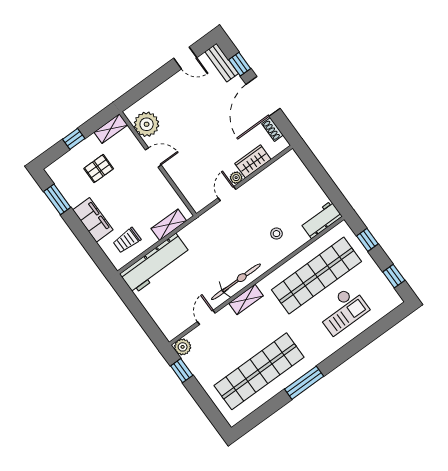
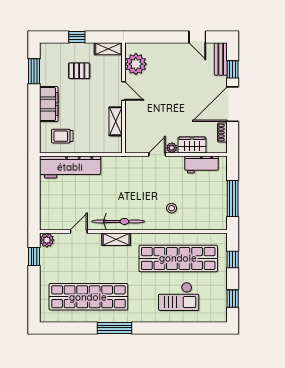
window: (326, 184) -> (233, 198), added
workbench: (321, 220) -> (202, 164), moved, turned 180
shelving: (169, 225) -> (116, 121), moved, turned 90

